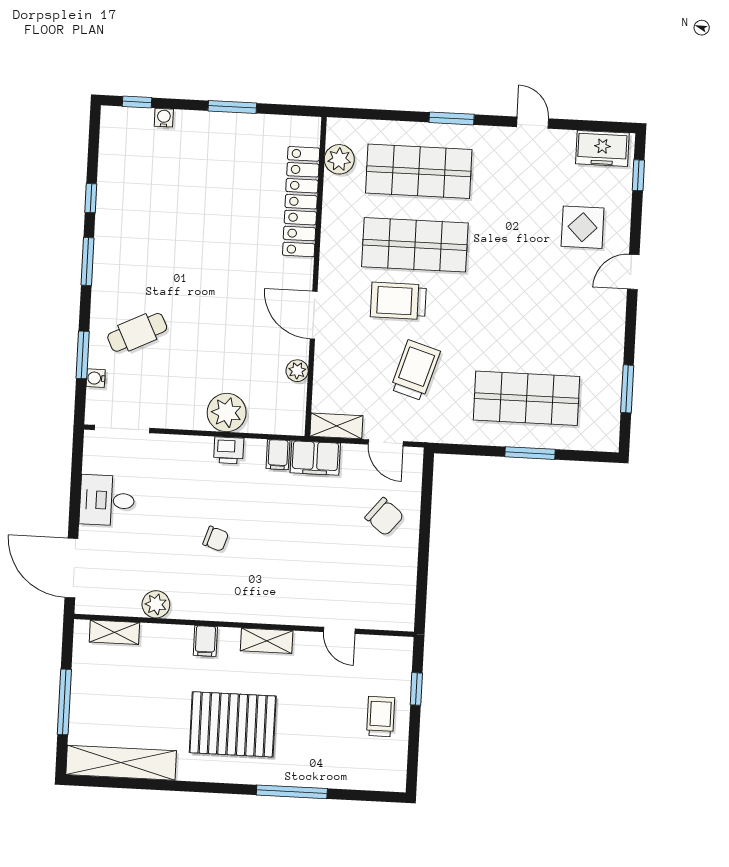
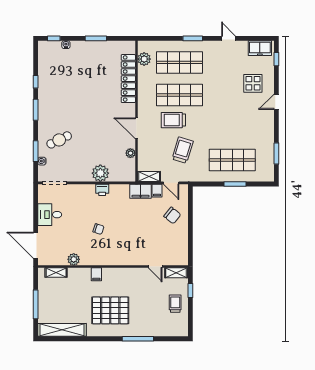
filing cabinet: (278, 455) -> (157, 191), moved
shelving: (267, 641) -> (176, 273), moved

